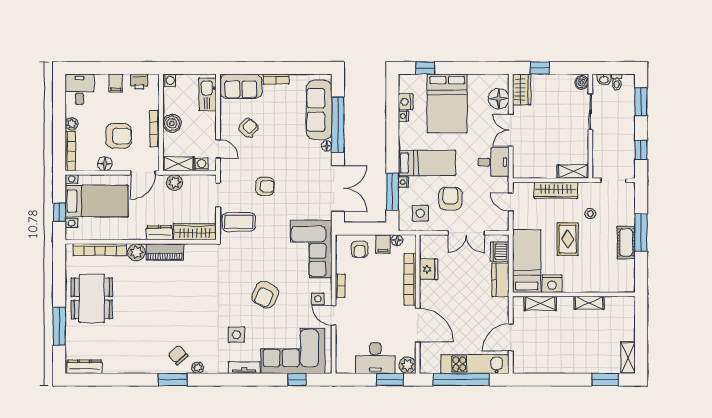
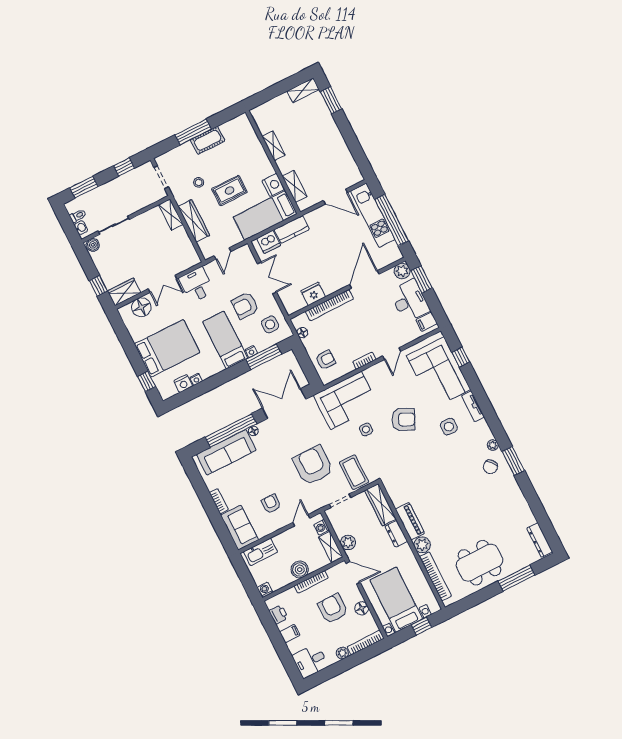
armchair: (248, 128) -> (271, 504), turned 49
armchair: (265, 186) -> (313, 465), width x1.88, depth x1.88
filing cabinet: (383, 244) -> (427, 322), moved, turned 180
side table: (318, 299) -> (366, 429), moved

